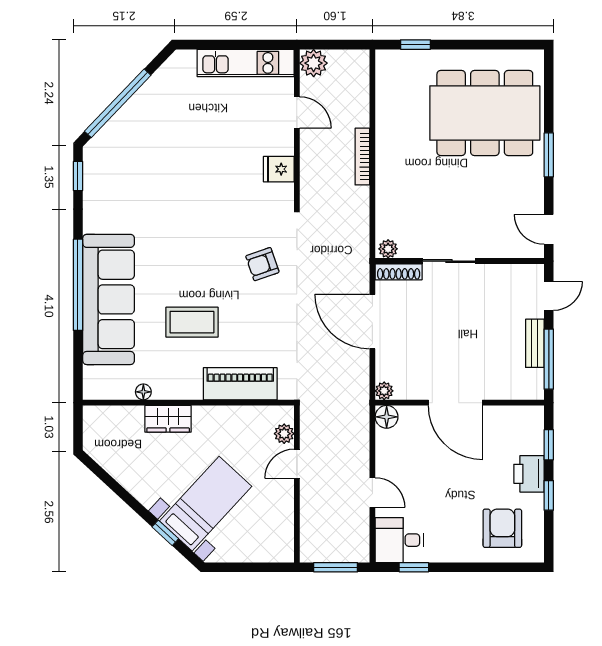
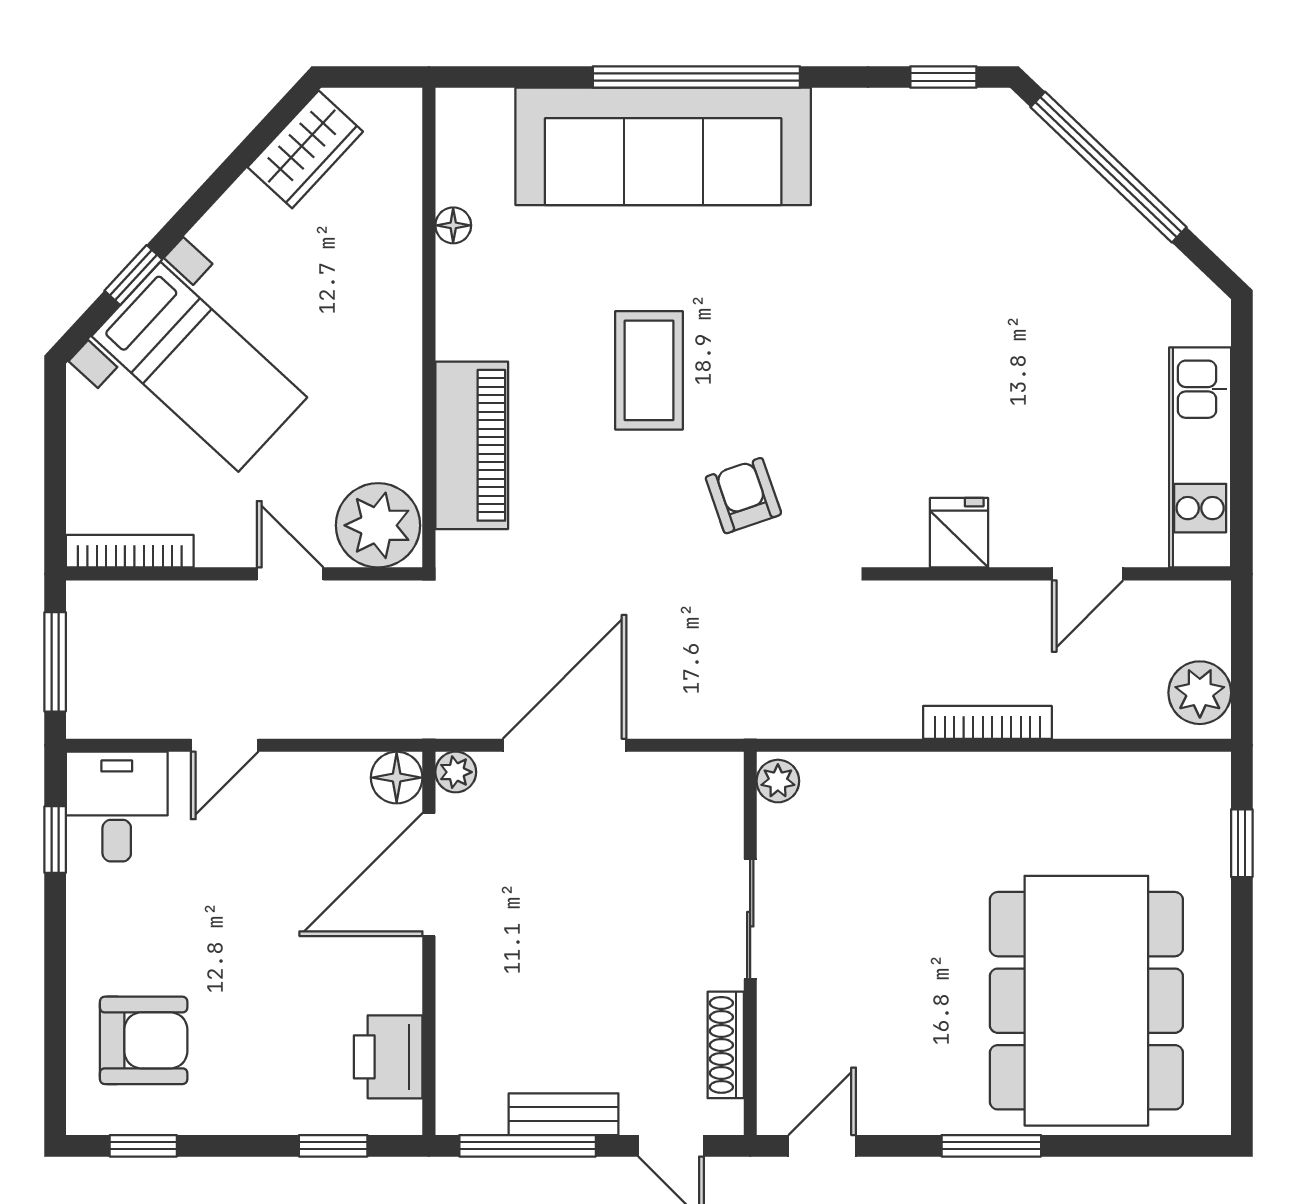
plant: (314, 63) -> (1200, 693), moved
shoe rack: (399, 272) -> (726, 1045), moved
coffee table: (192, 322) -> (649, 370), moved
door: (372, 322) -> (565, 745), moved
door: (455, 403) -> (429, 875), moved
wardrobe: (168, 419) -> (305, 149), moved, turned -137
plant: (284, 434) -> (378, 525), width x1.87, depth x1.87
printer: (529, 474) -> (388, 1057), moved, turned -90
window: (549, 495) -> (143, 1146), moved
bookcase: (287, 534) -> (130, 551), added

